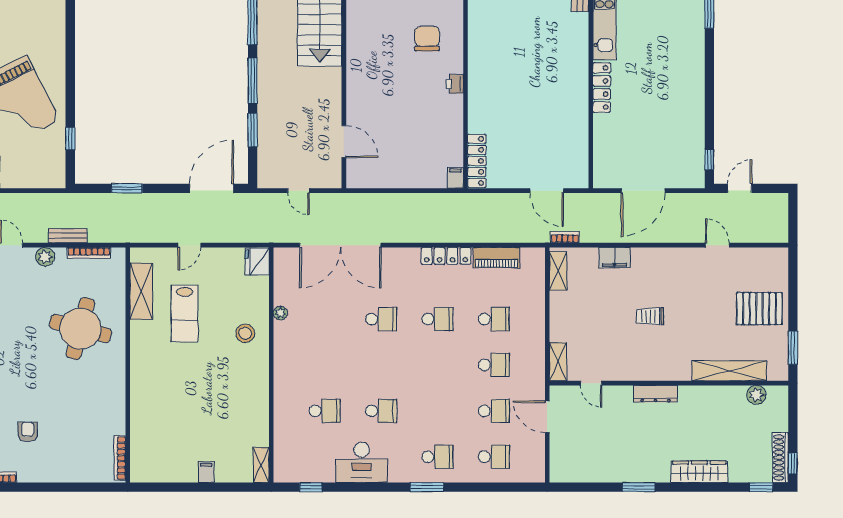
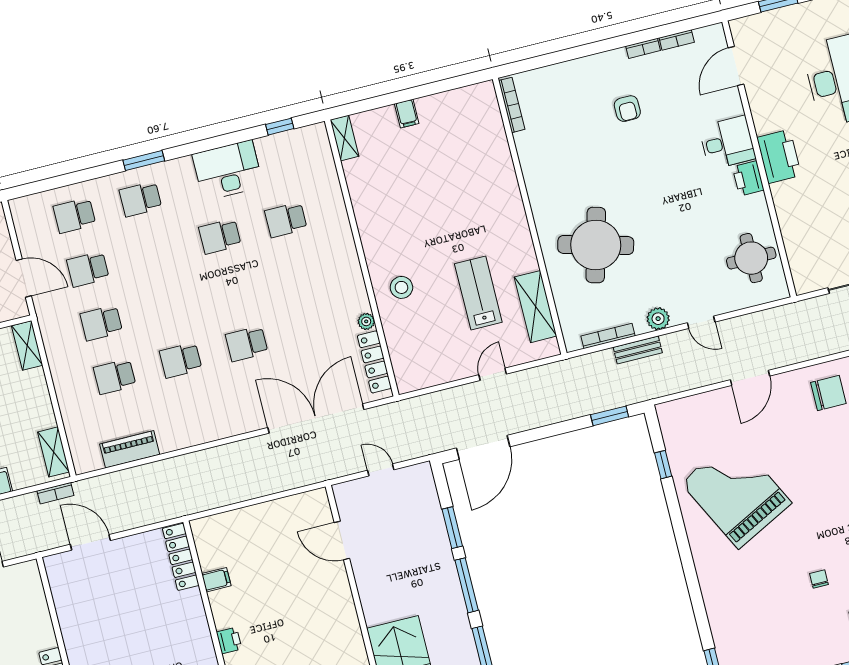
filing cabinet: (455, 178) -> (216, 580), moved, turned -90
window: (127, 188) -> (610, 416), moved
locker: (446, 256) -> (374, 362), moved, turned -90
fridge: (257, 261) -> (408, 375), removed

